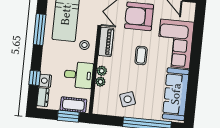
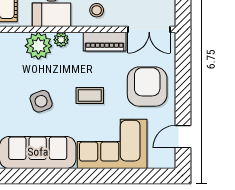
plant: (100, 82) -> (38, 46), width x1.88, depth x1.88
side table: (128, 99) -> (41, 101), moved

